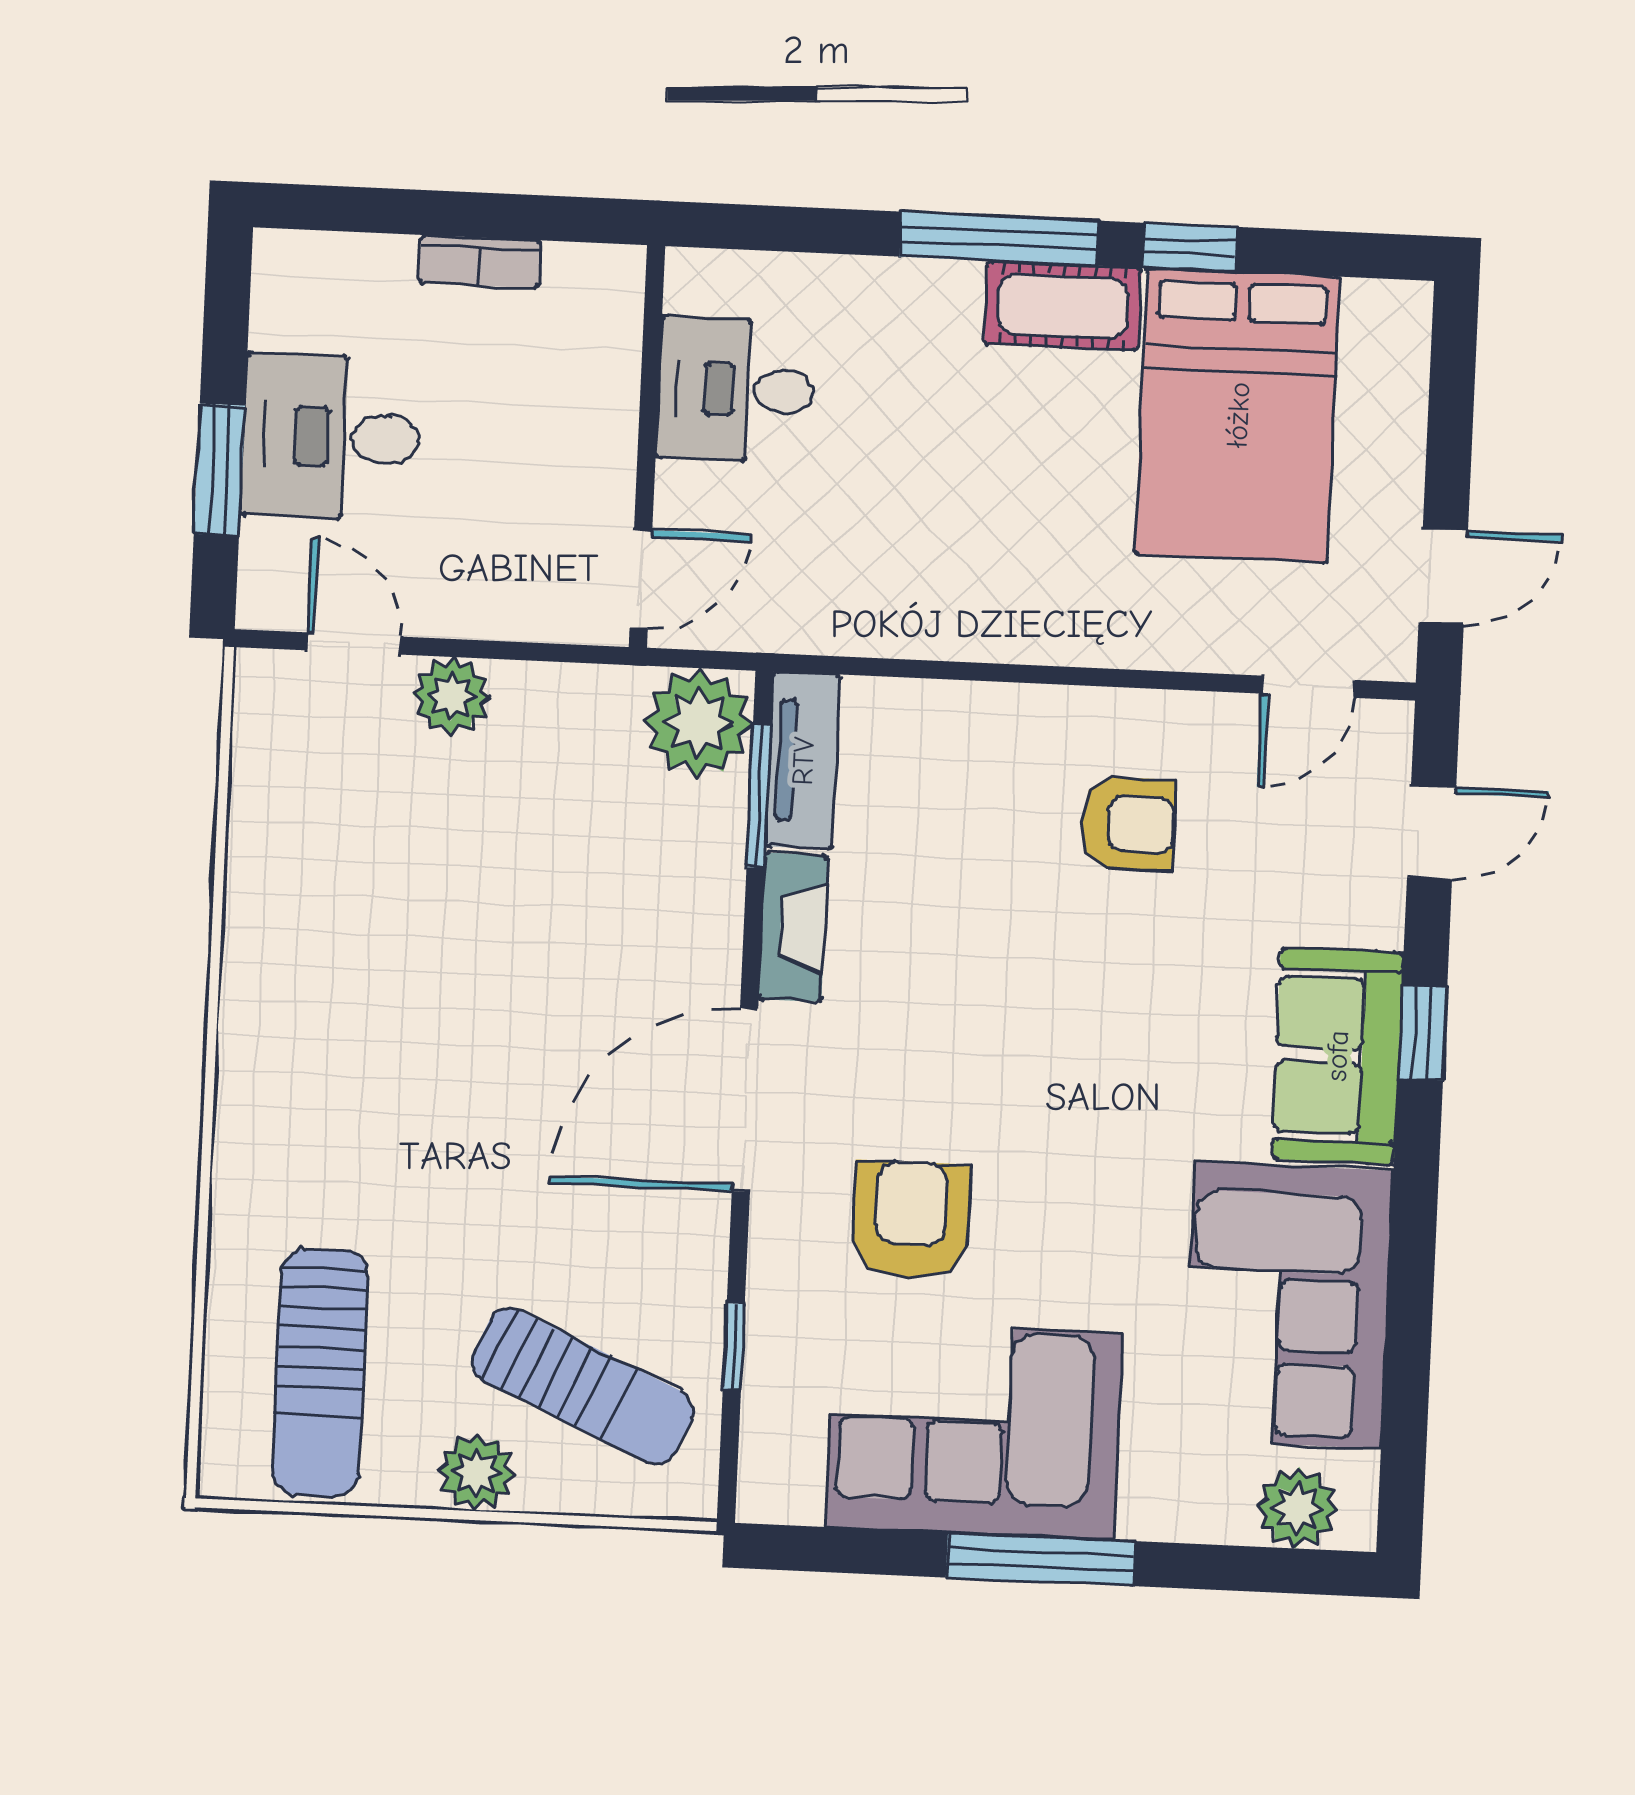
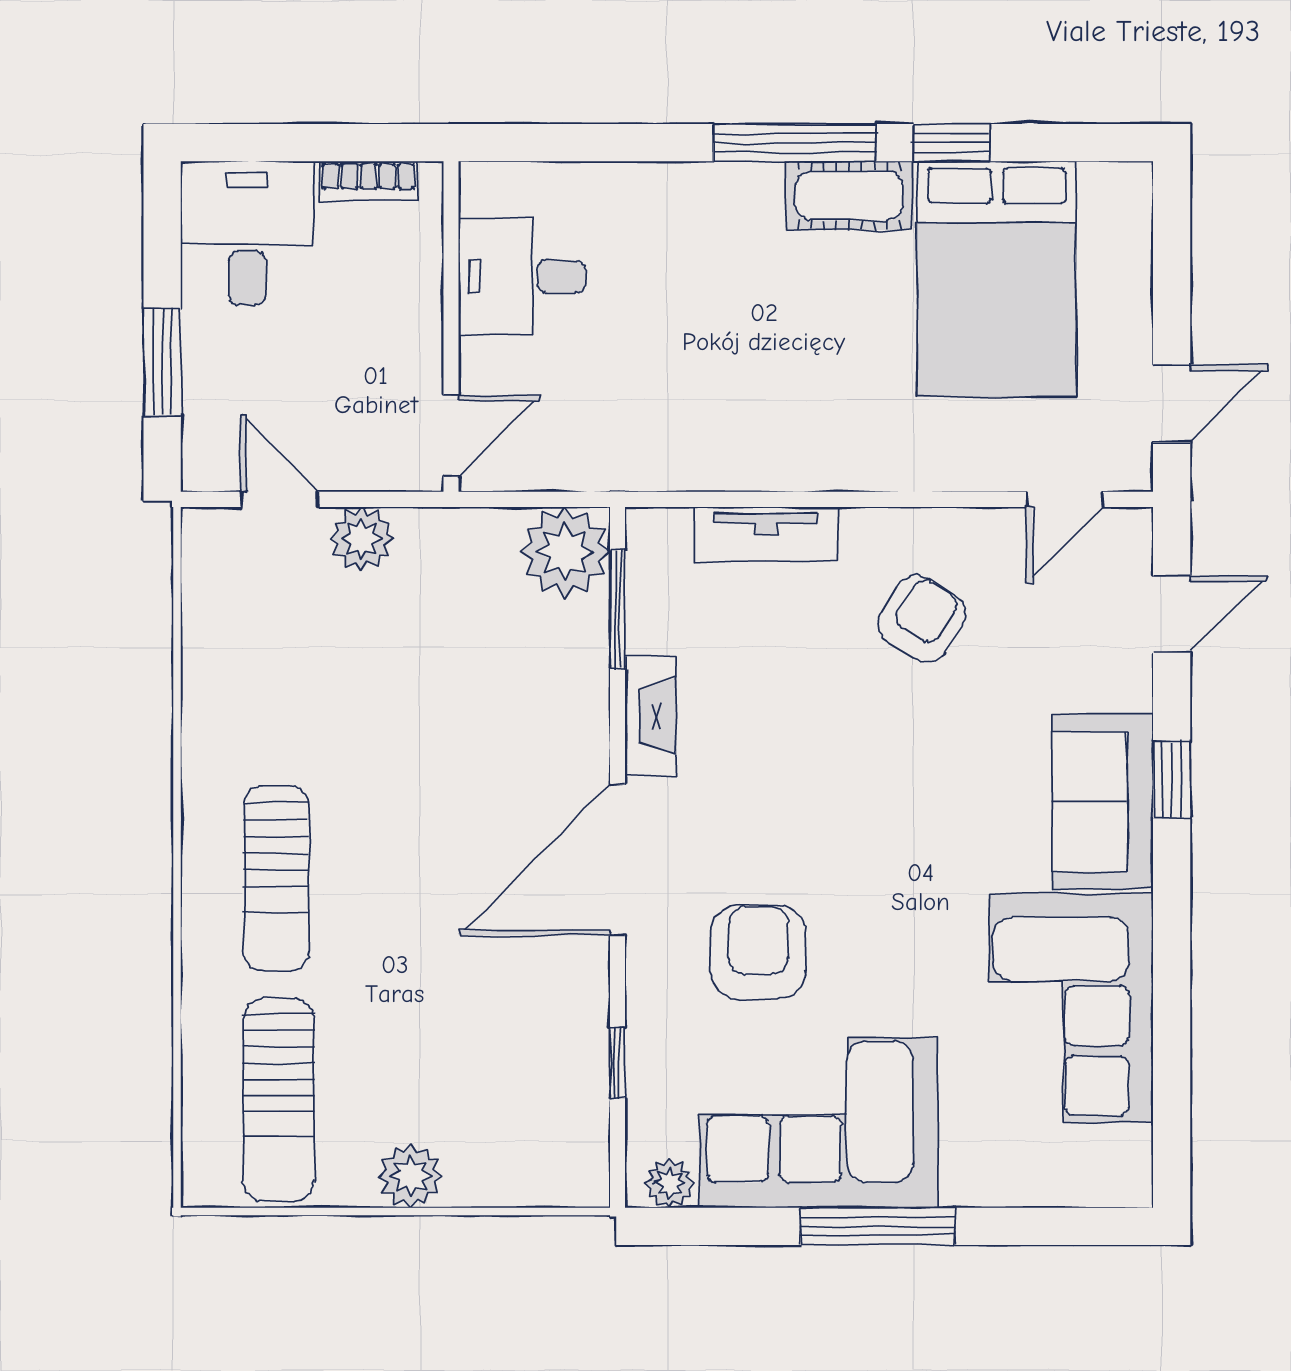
desk: (736, 390) -> (522, 277), moved
desk: (331, 437) -> (247, 233), moved, turned 90
wall: (647, 447) -> (451, 327), moved
door: (641, 579) -> (451, 436), moved
tv unit: (803, 761) -> (766, 534), moved, turned 90
armchair: (1128, 824) -> (922, 619), turned -58
sun lounger: (583, 1386) -> (276, 878), moved, turned 66
plant: (1297, 1508) -> (670, 1183), moved, width x0.73, depth x0.73

